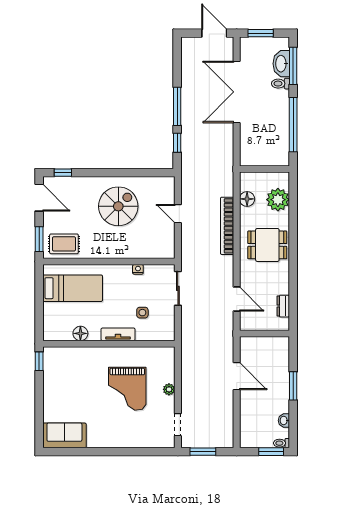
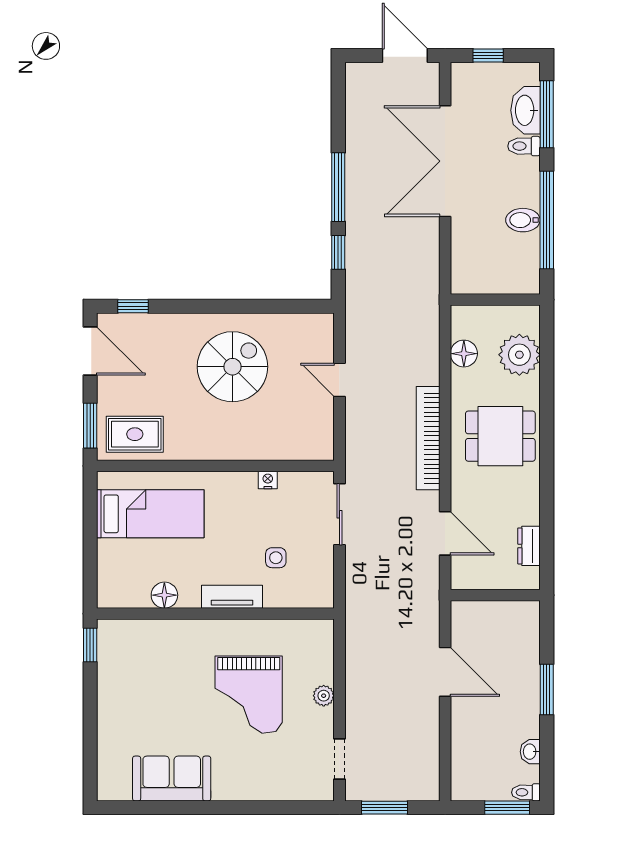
window: (261, 33) -> (488, 55), width x0.67
bidet: (280, 125) -> (523, 220), added
bookcase: (227, 226) -> (428, 438), moved
sofa: (64, 435) -> (172, 779), moved

